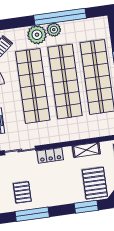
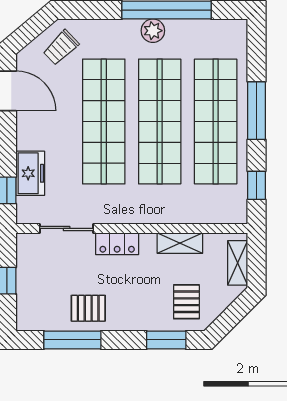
plant: (37, 35) -> (123, 35), removed
pallet: (95, 183) -> (186, 302), width x0.67, depth x0.71
pallet: (22, 192) -> (88, 308), moved, turned 90

